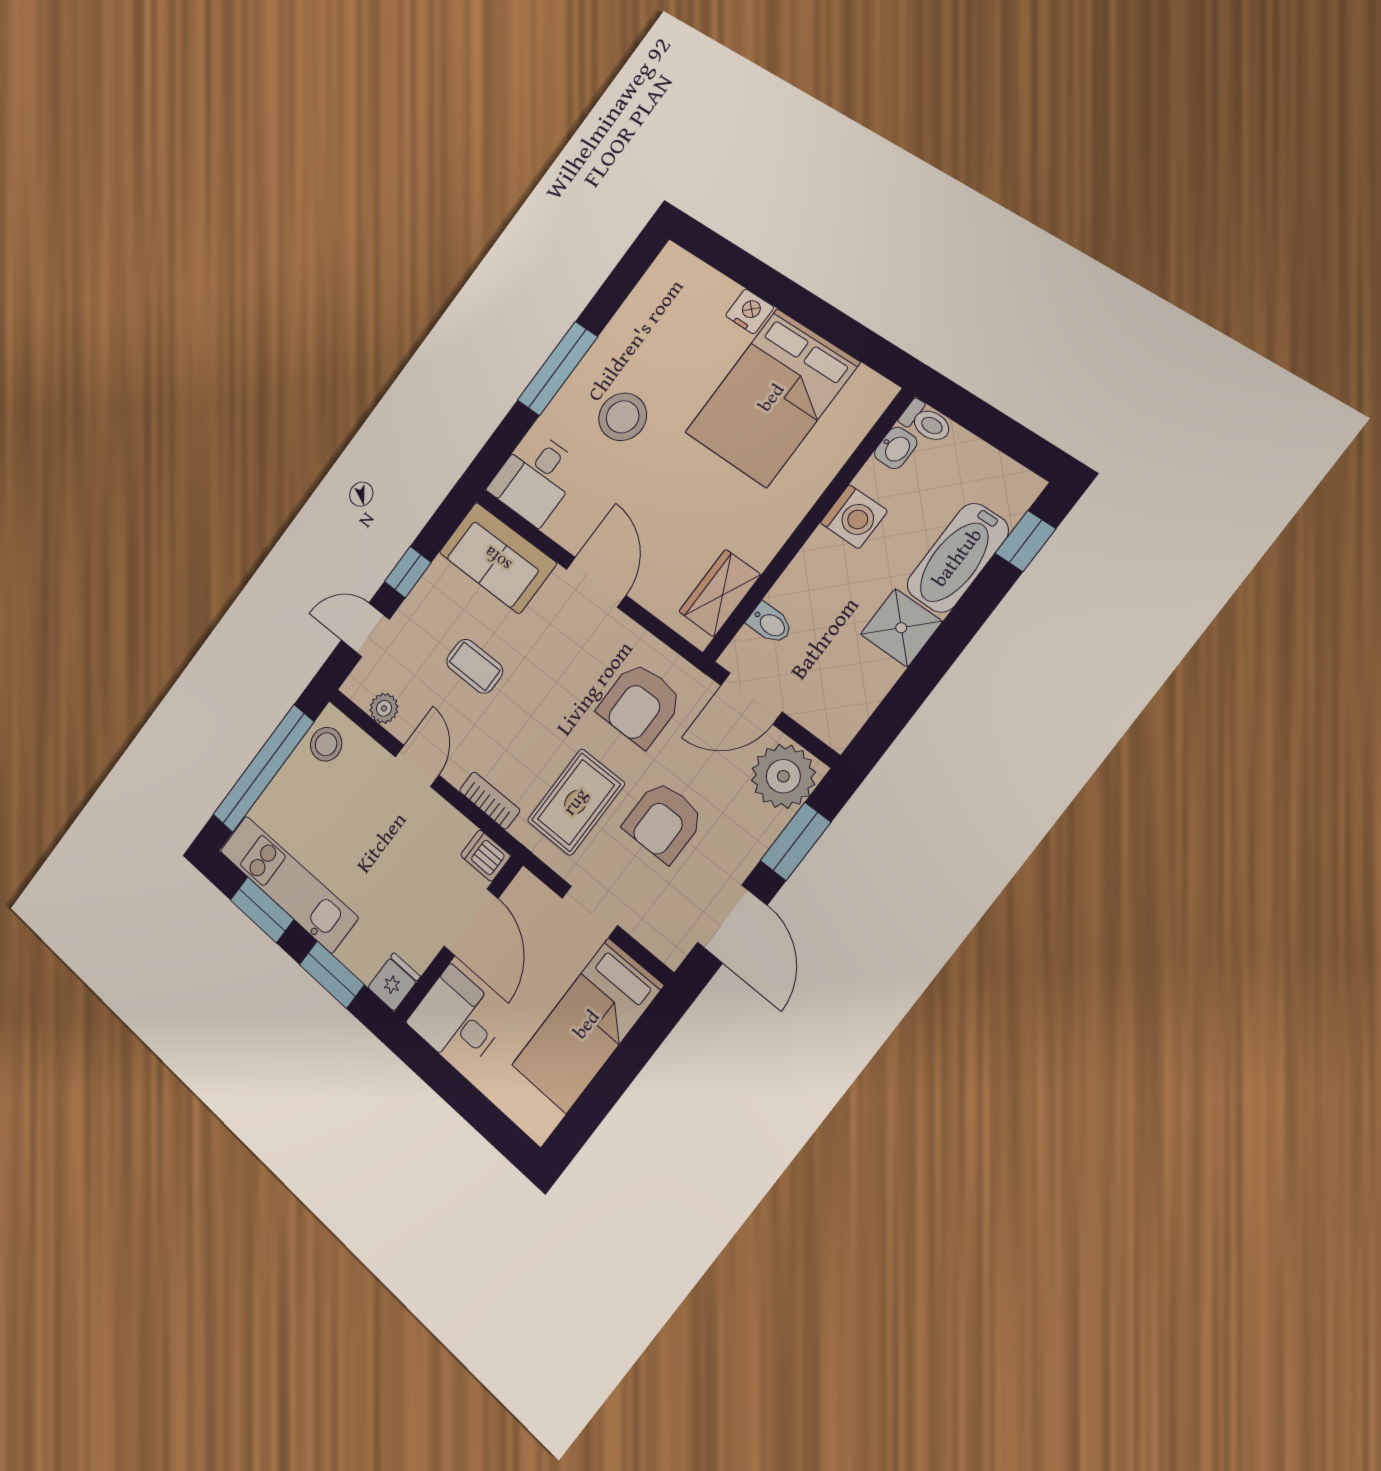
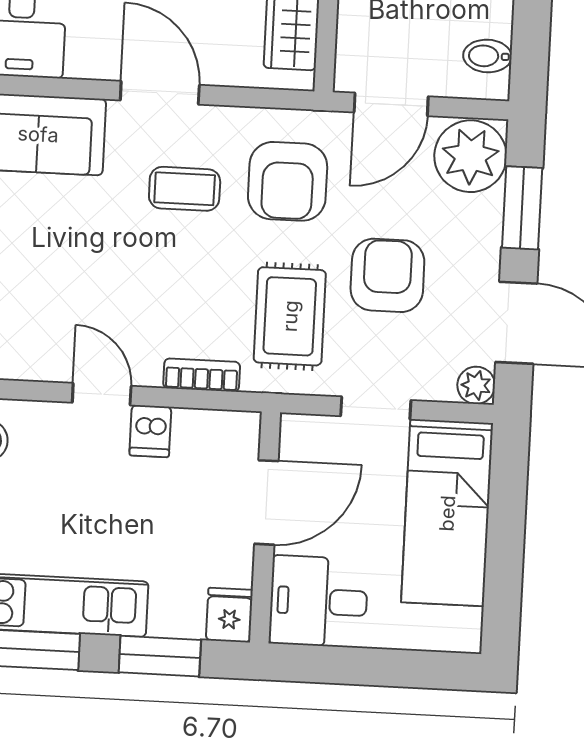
bidet: (770, 623) -> (487, 56), moved, turned 180
coffee table: (475, 666) -> (185, 189), moved
plant: (384, 708) -> (476, 385), moved
armchair: (663, 822) -> (387, 275), turned 180
dishwasher: (486, 856) -> (150, 431), moved, turned -90
door: (471, 922) -> (266, 502), hinge flipped

